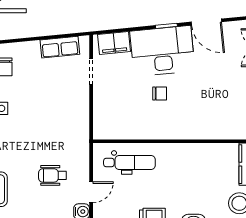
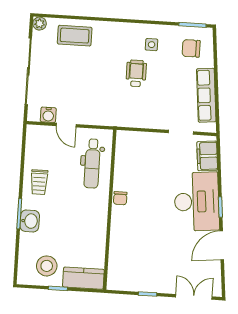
row of seats: (60, 47) -> (206, 95), width x1.48
chair: (160, 93) -> (120, 198), moved
wheelchair: (53, 175) -> (136, 73), moved

